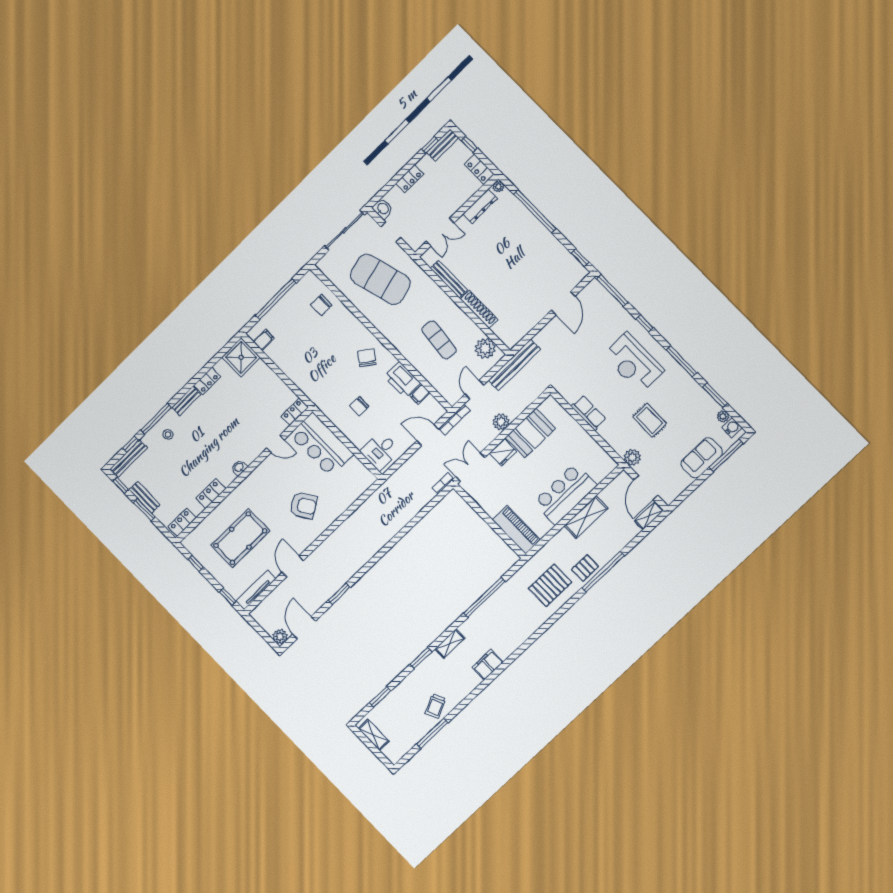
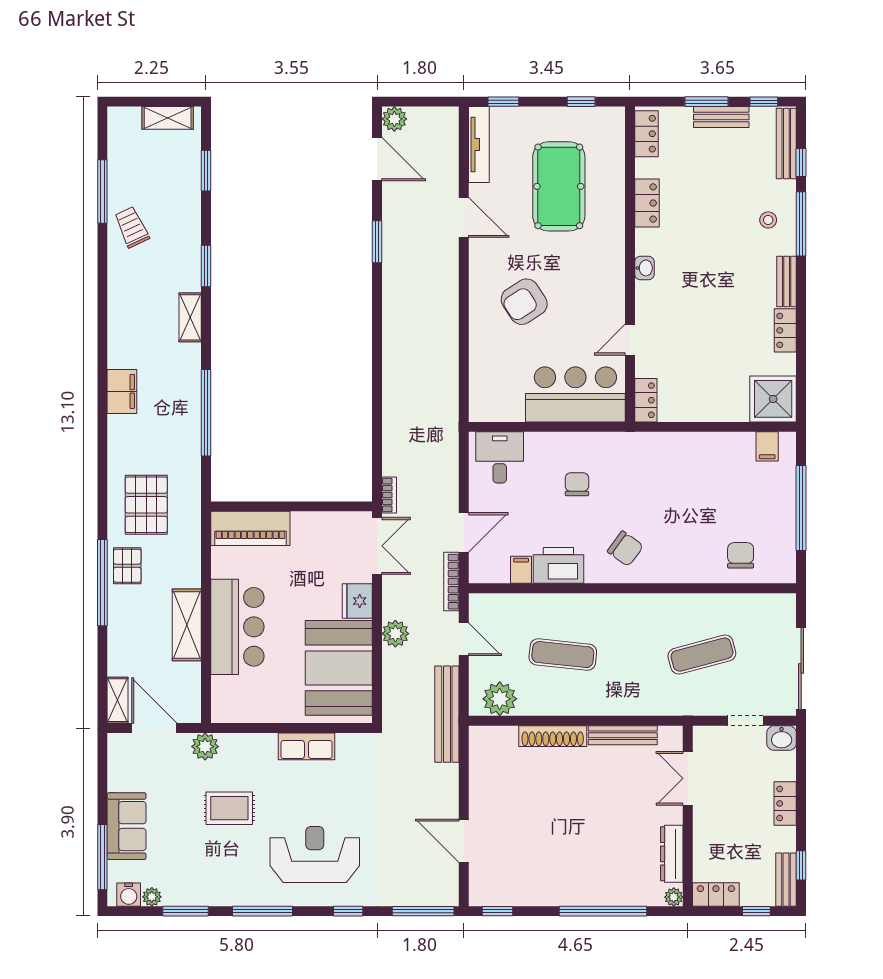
exercise mat: (380, 279) -> (702, 655), width x0.50, depth x0.69
booth: (530, 433) -> (339, 668), width x1.36, depth x1.42
filing cabinet: (488, 665) -> (122, 391), moved

